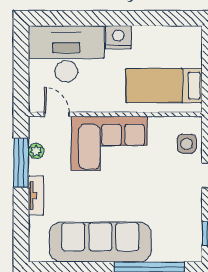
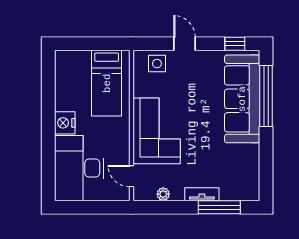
door: (57, 114) -> (131, 176), hinge flipped
window: (21, 163) -> (219, 207), moved
sofa: (100, 242) -> (242, 99), moved

